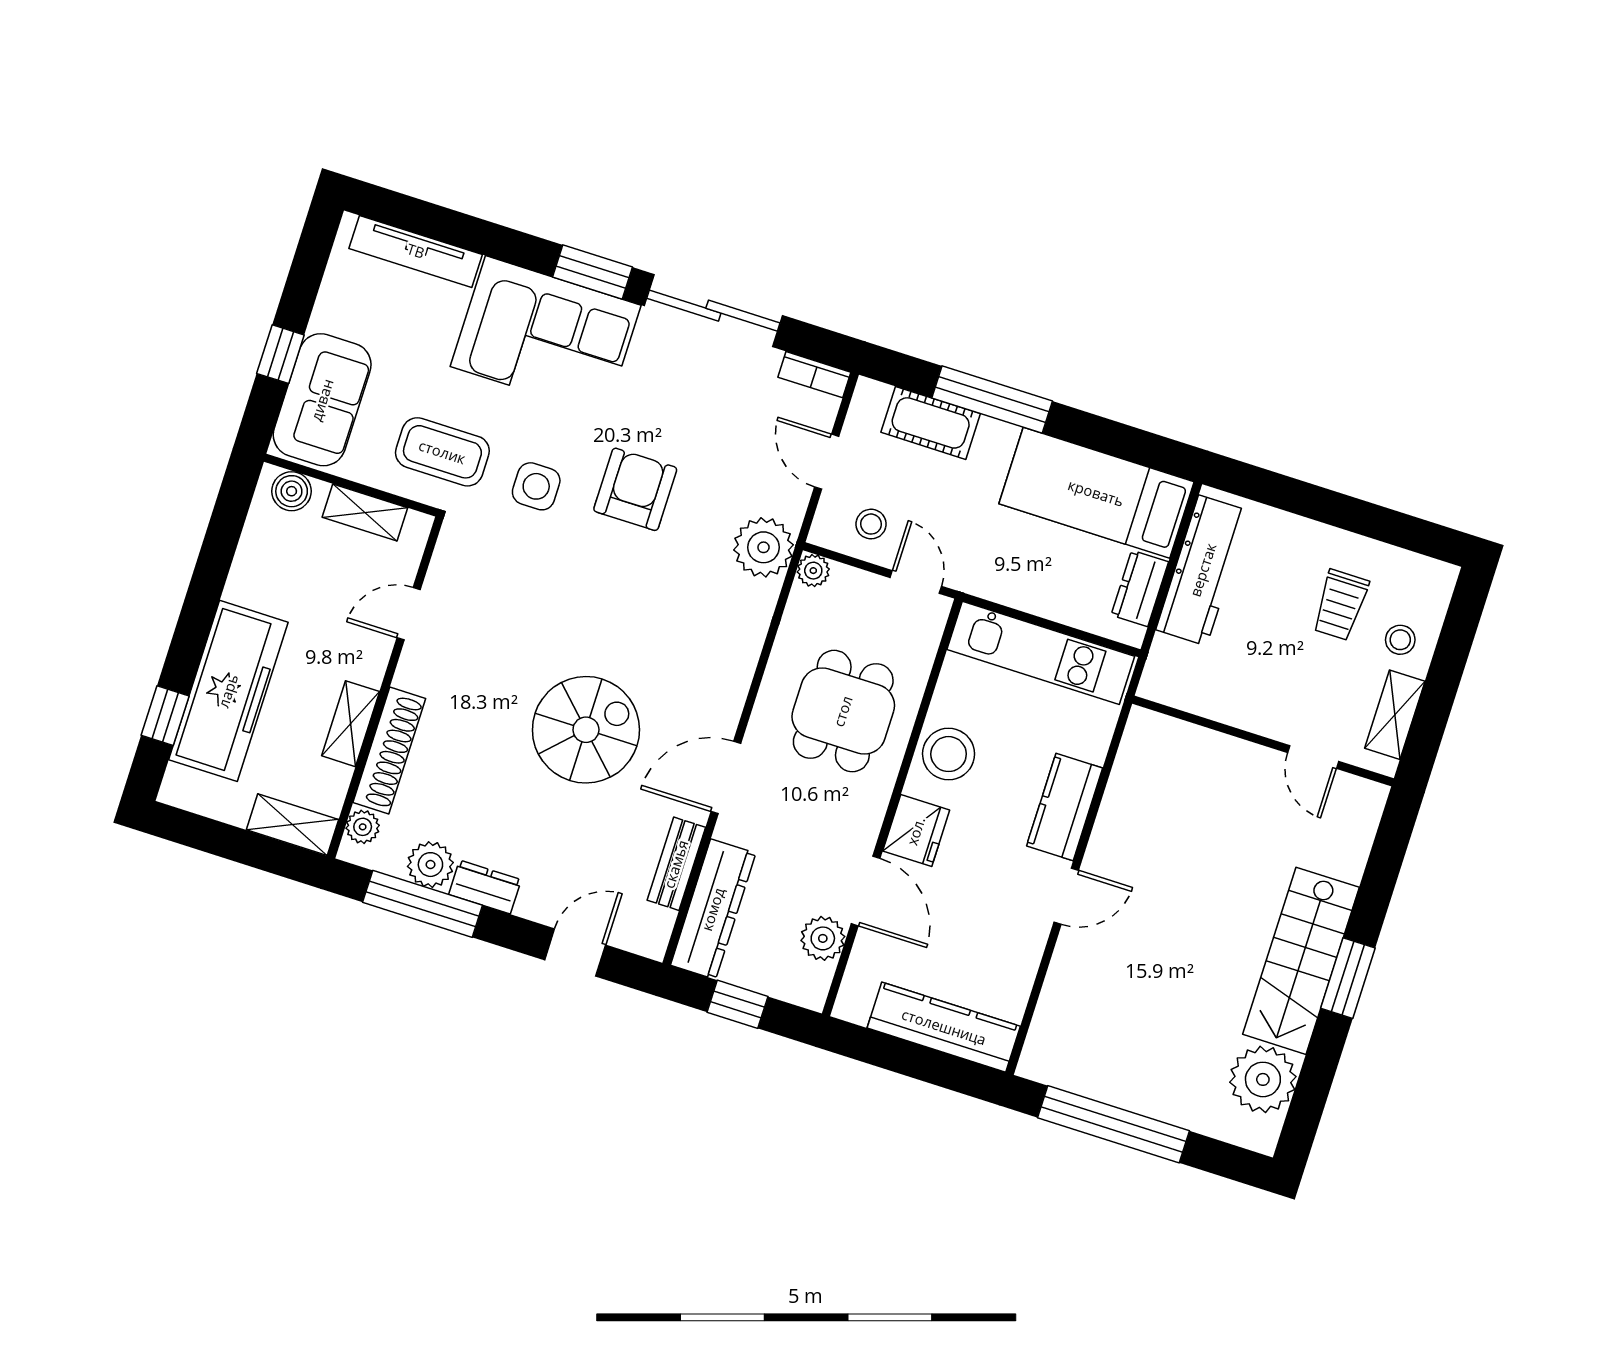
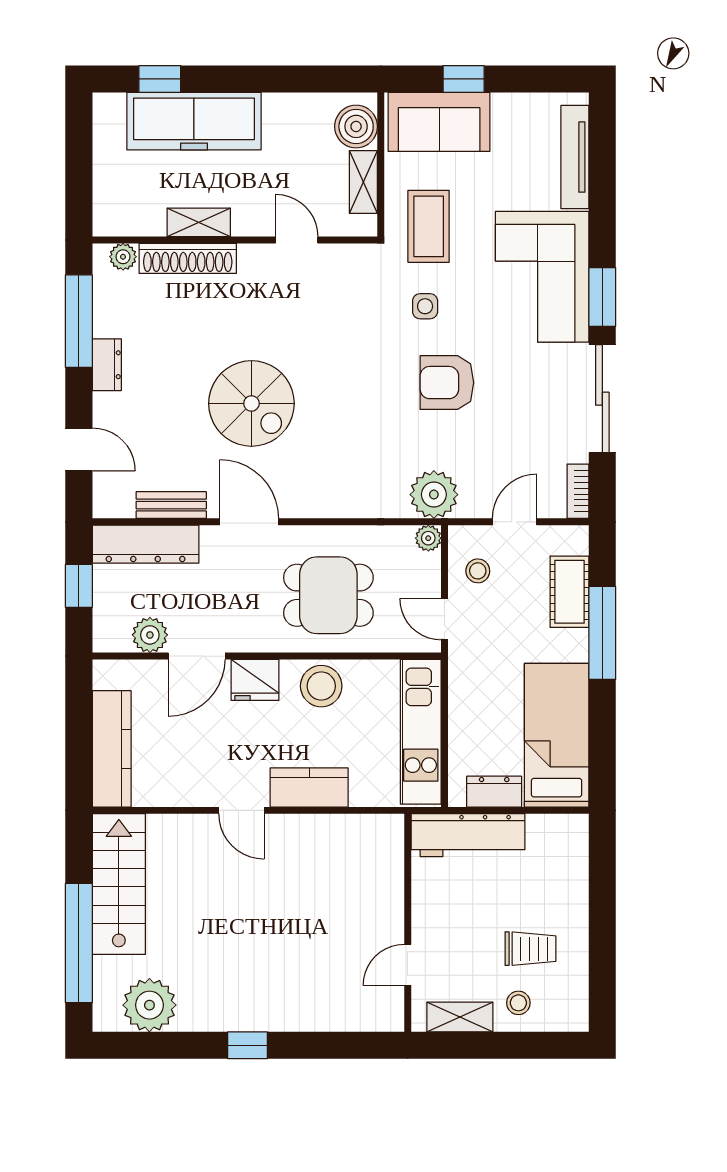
side table: (536, 486) -> (425, 306), width x0.73, depth x0.73
armchair: (635, 489) -> (447, 383), turned 180
boiler: (292, 491) -> (356, 126), width x1.36, depth x1.36
workbench: (1203, 570) -> (468, 835), moved
door: (916, 582) -> (445, 619), swing flipped
trolley: (1340, 605) -> (530, 949), turned 180
shelving: (292, 825) -> (108, 203), removed
plant: (430, 865) -> (111, 318), removed
stairs: (1301, 961) -> (119, 884), moved, turned 90
window: (1348, 978) -> (247, 1045), width x0.67
window: (1114, 1124) -> (79, 943), moved

